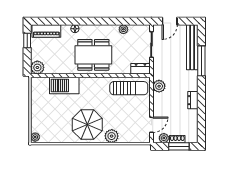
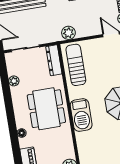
dresser: (140, 69) -> (54, 60), width x1.44
barbecue: (64, 85) -> (81, 115), moved

